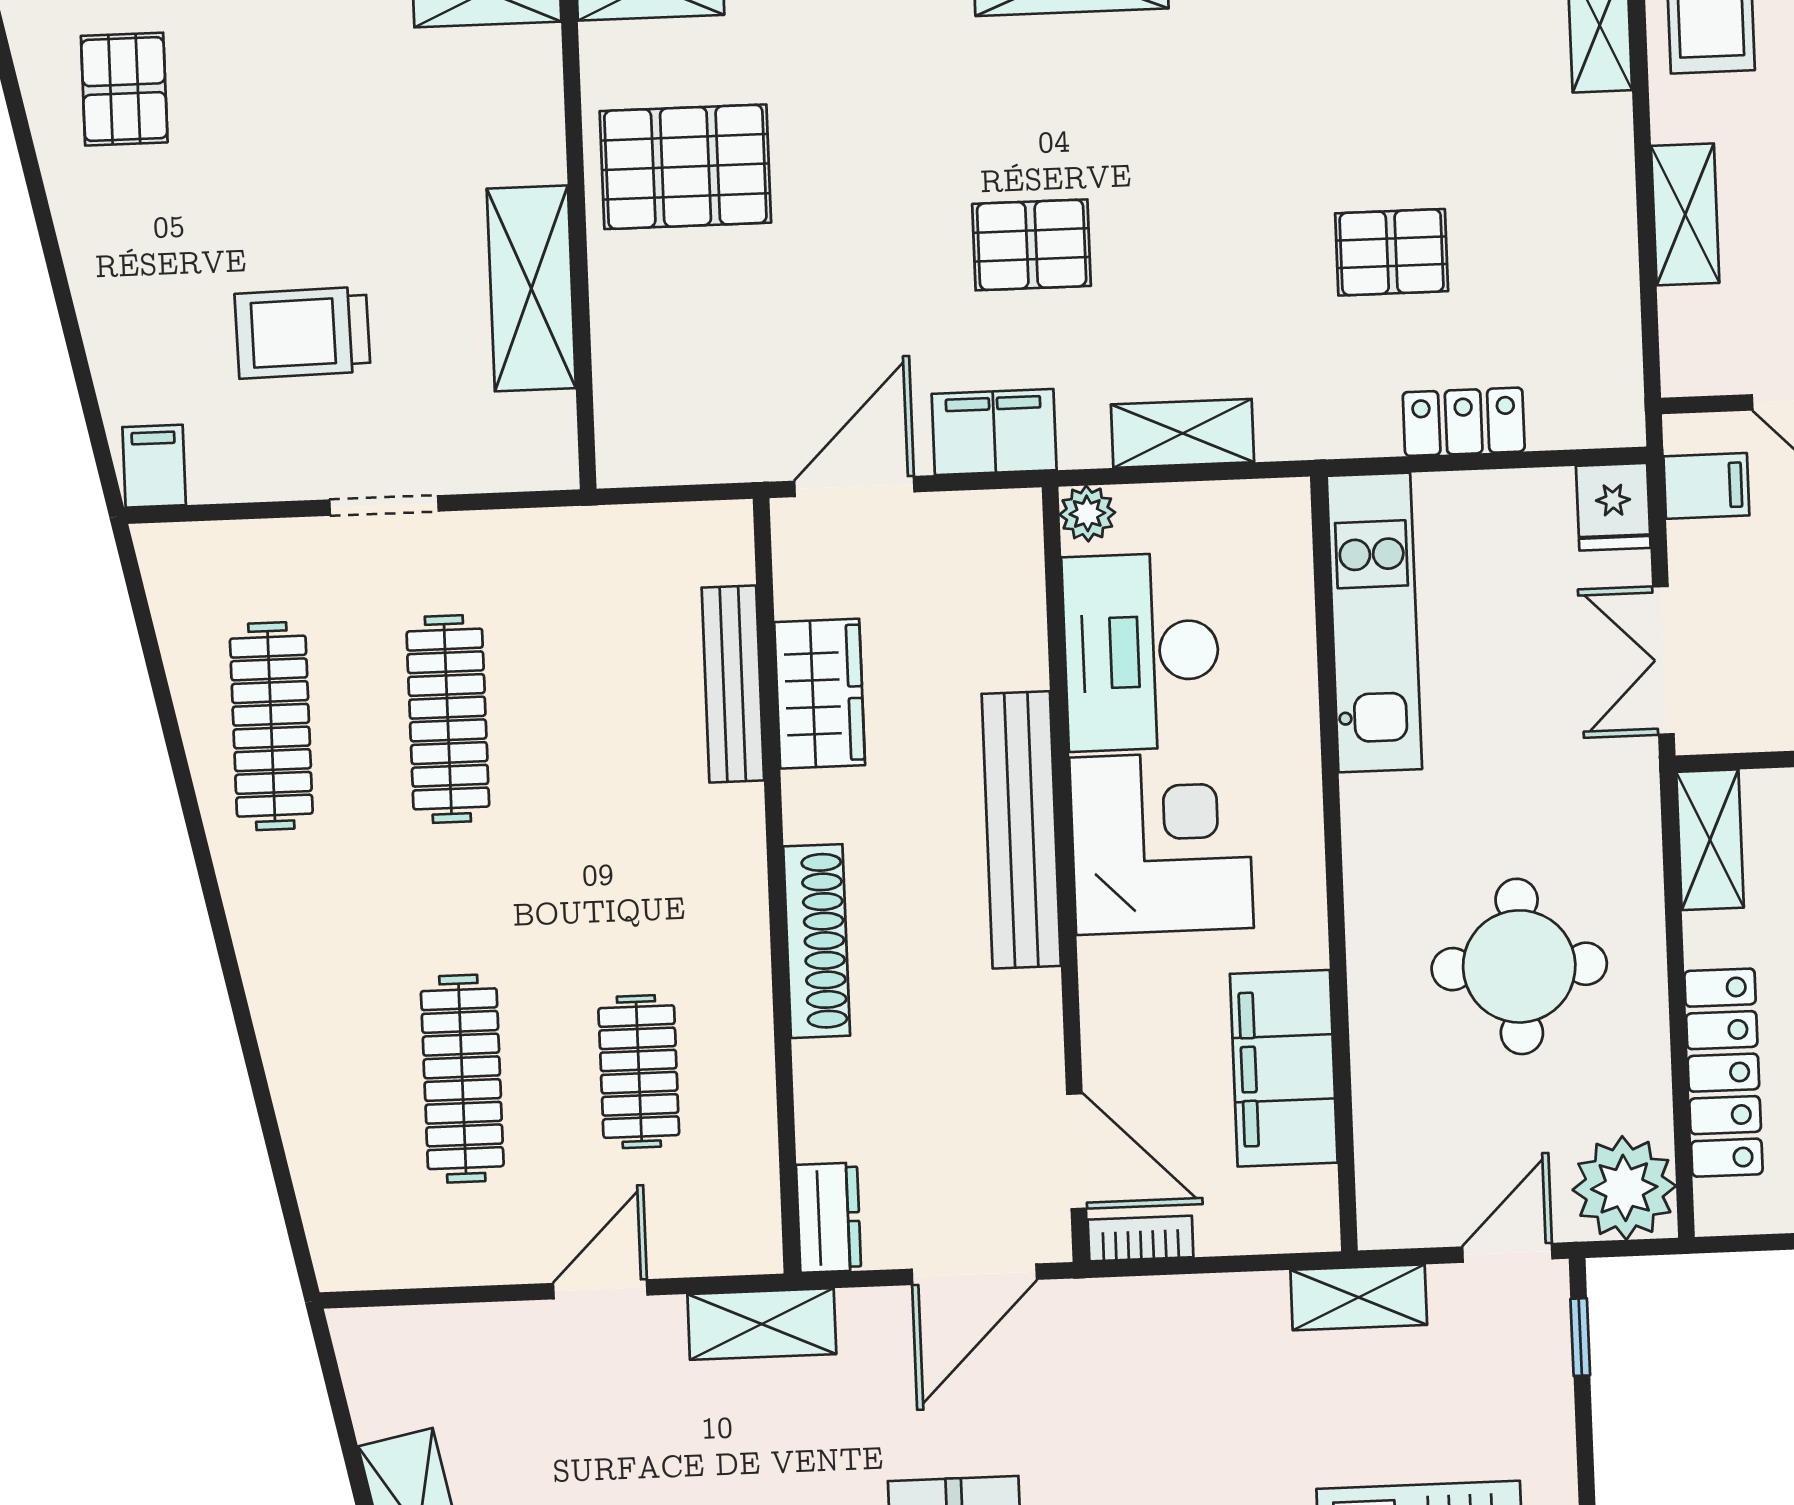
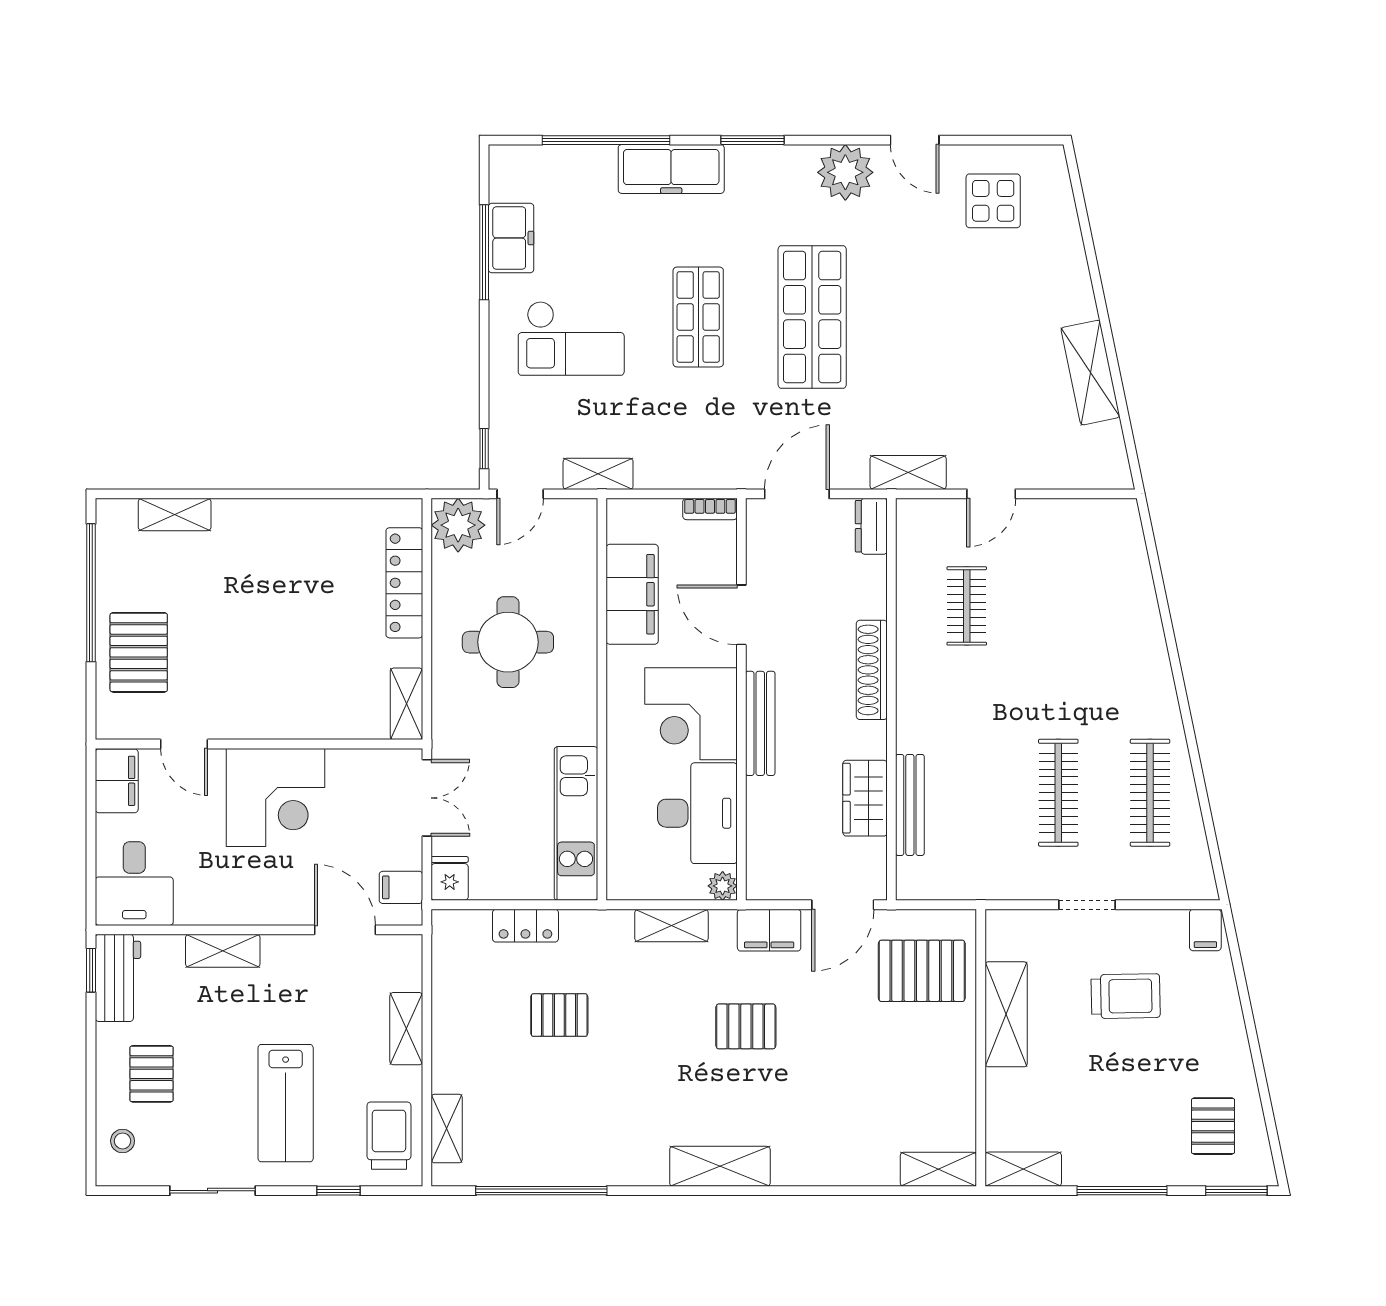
pallet: (685, 167) -> (922, 971), moved
bench: (1021, 830) -> (760, 723), width x0.73, depth x0.82
clothes rail: (462, 1079) -> (1058, 606), removed
door: (1077, 1151) -> (741, 615), moved

